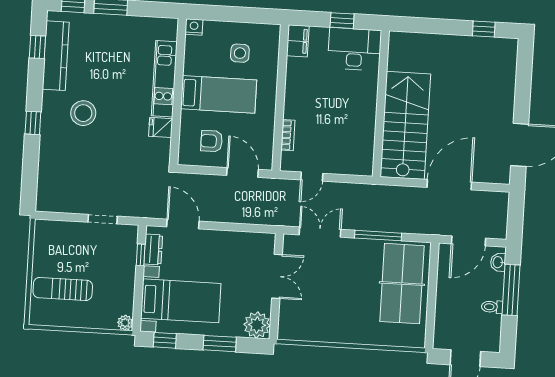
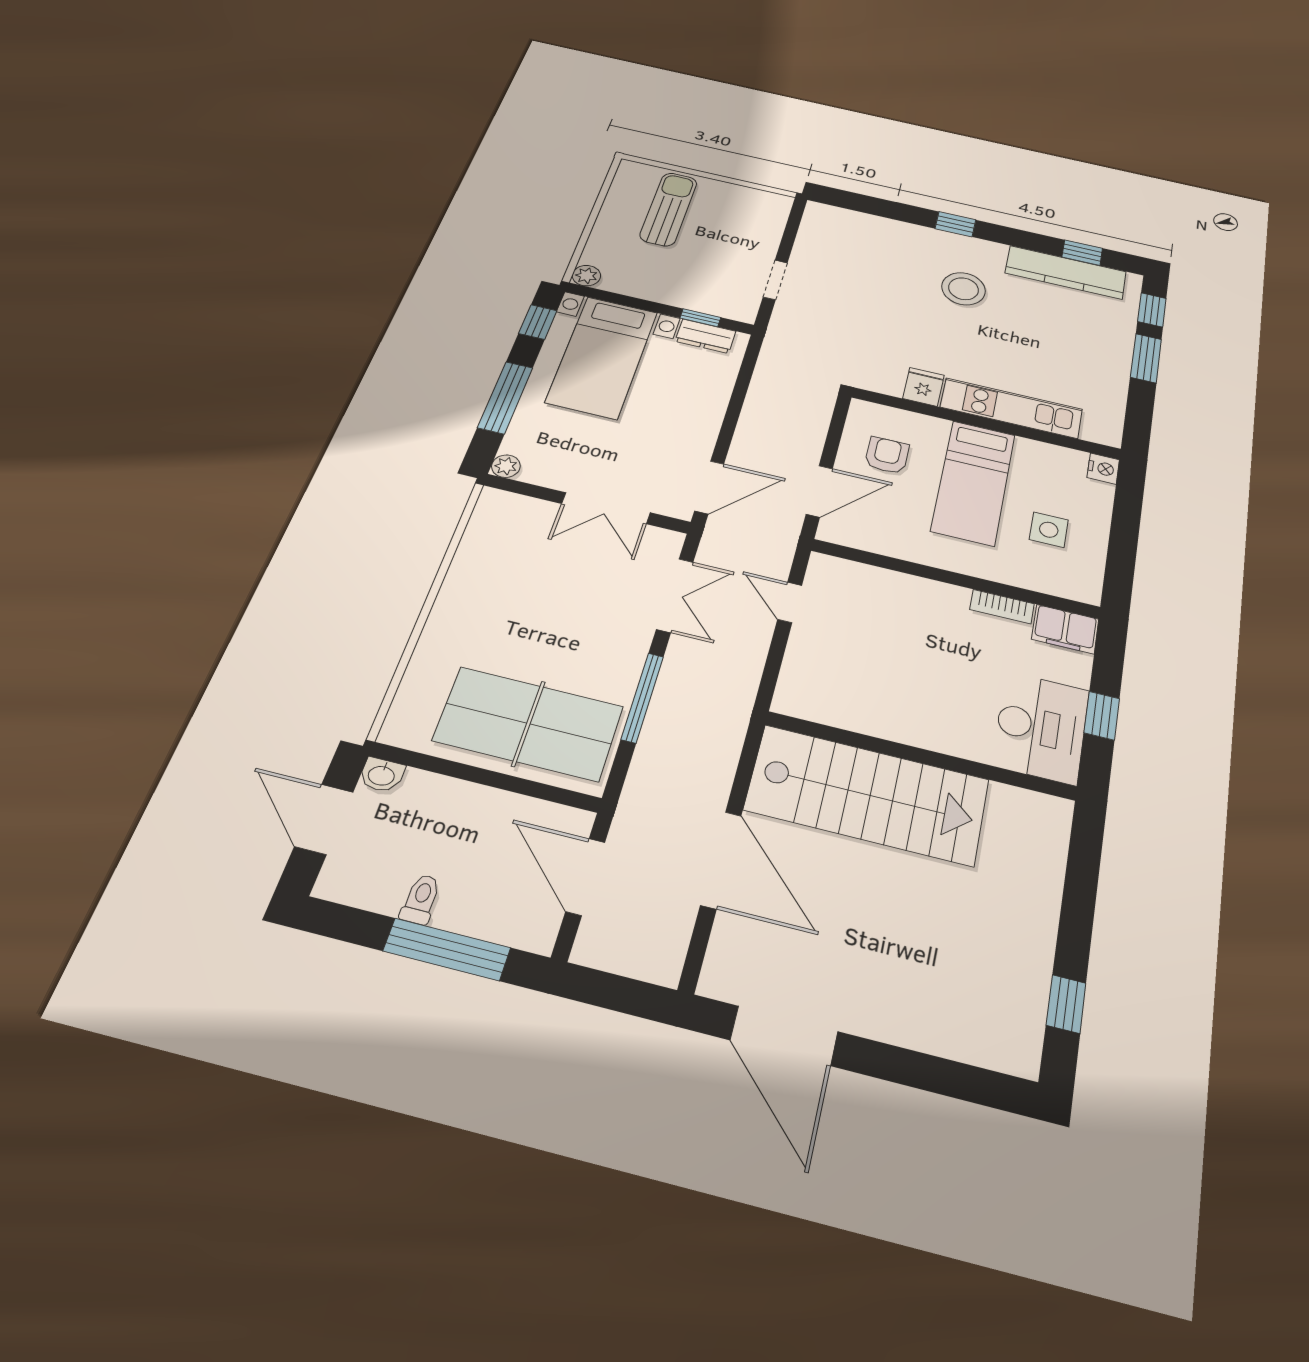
bookcase: (288, 135) -> (1002, 607), moved
door: (183, 224) -> (709, 487), moved
washbasin: (498, 262) -> (382, 775), moved, turned 180
plant: (257, 325) -> (506, 466), width x0.53, depth x0.53
window: (220, 344) -> (505, 397), width x1.44

